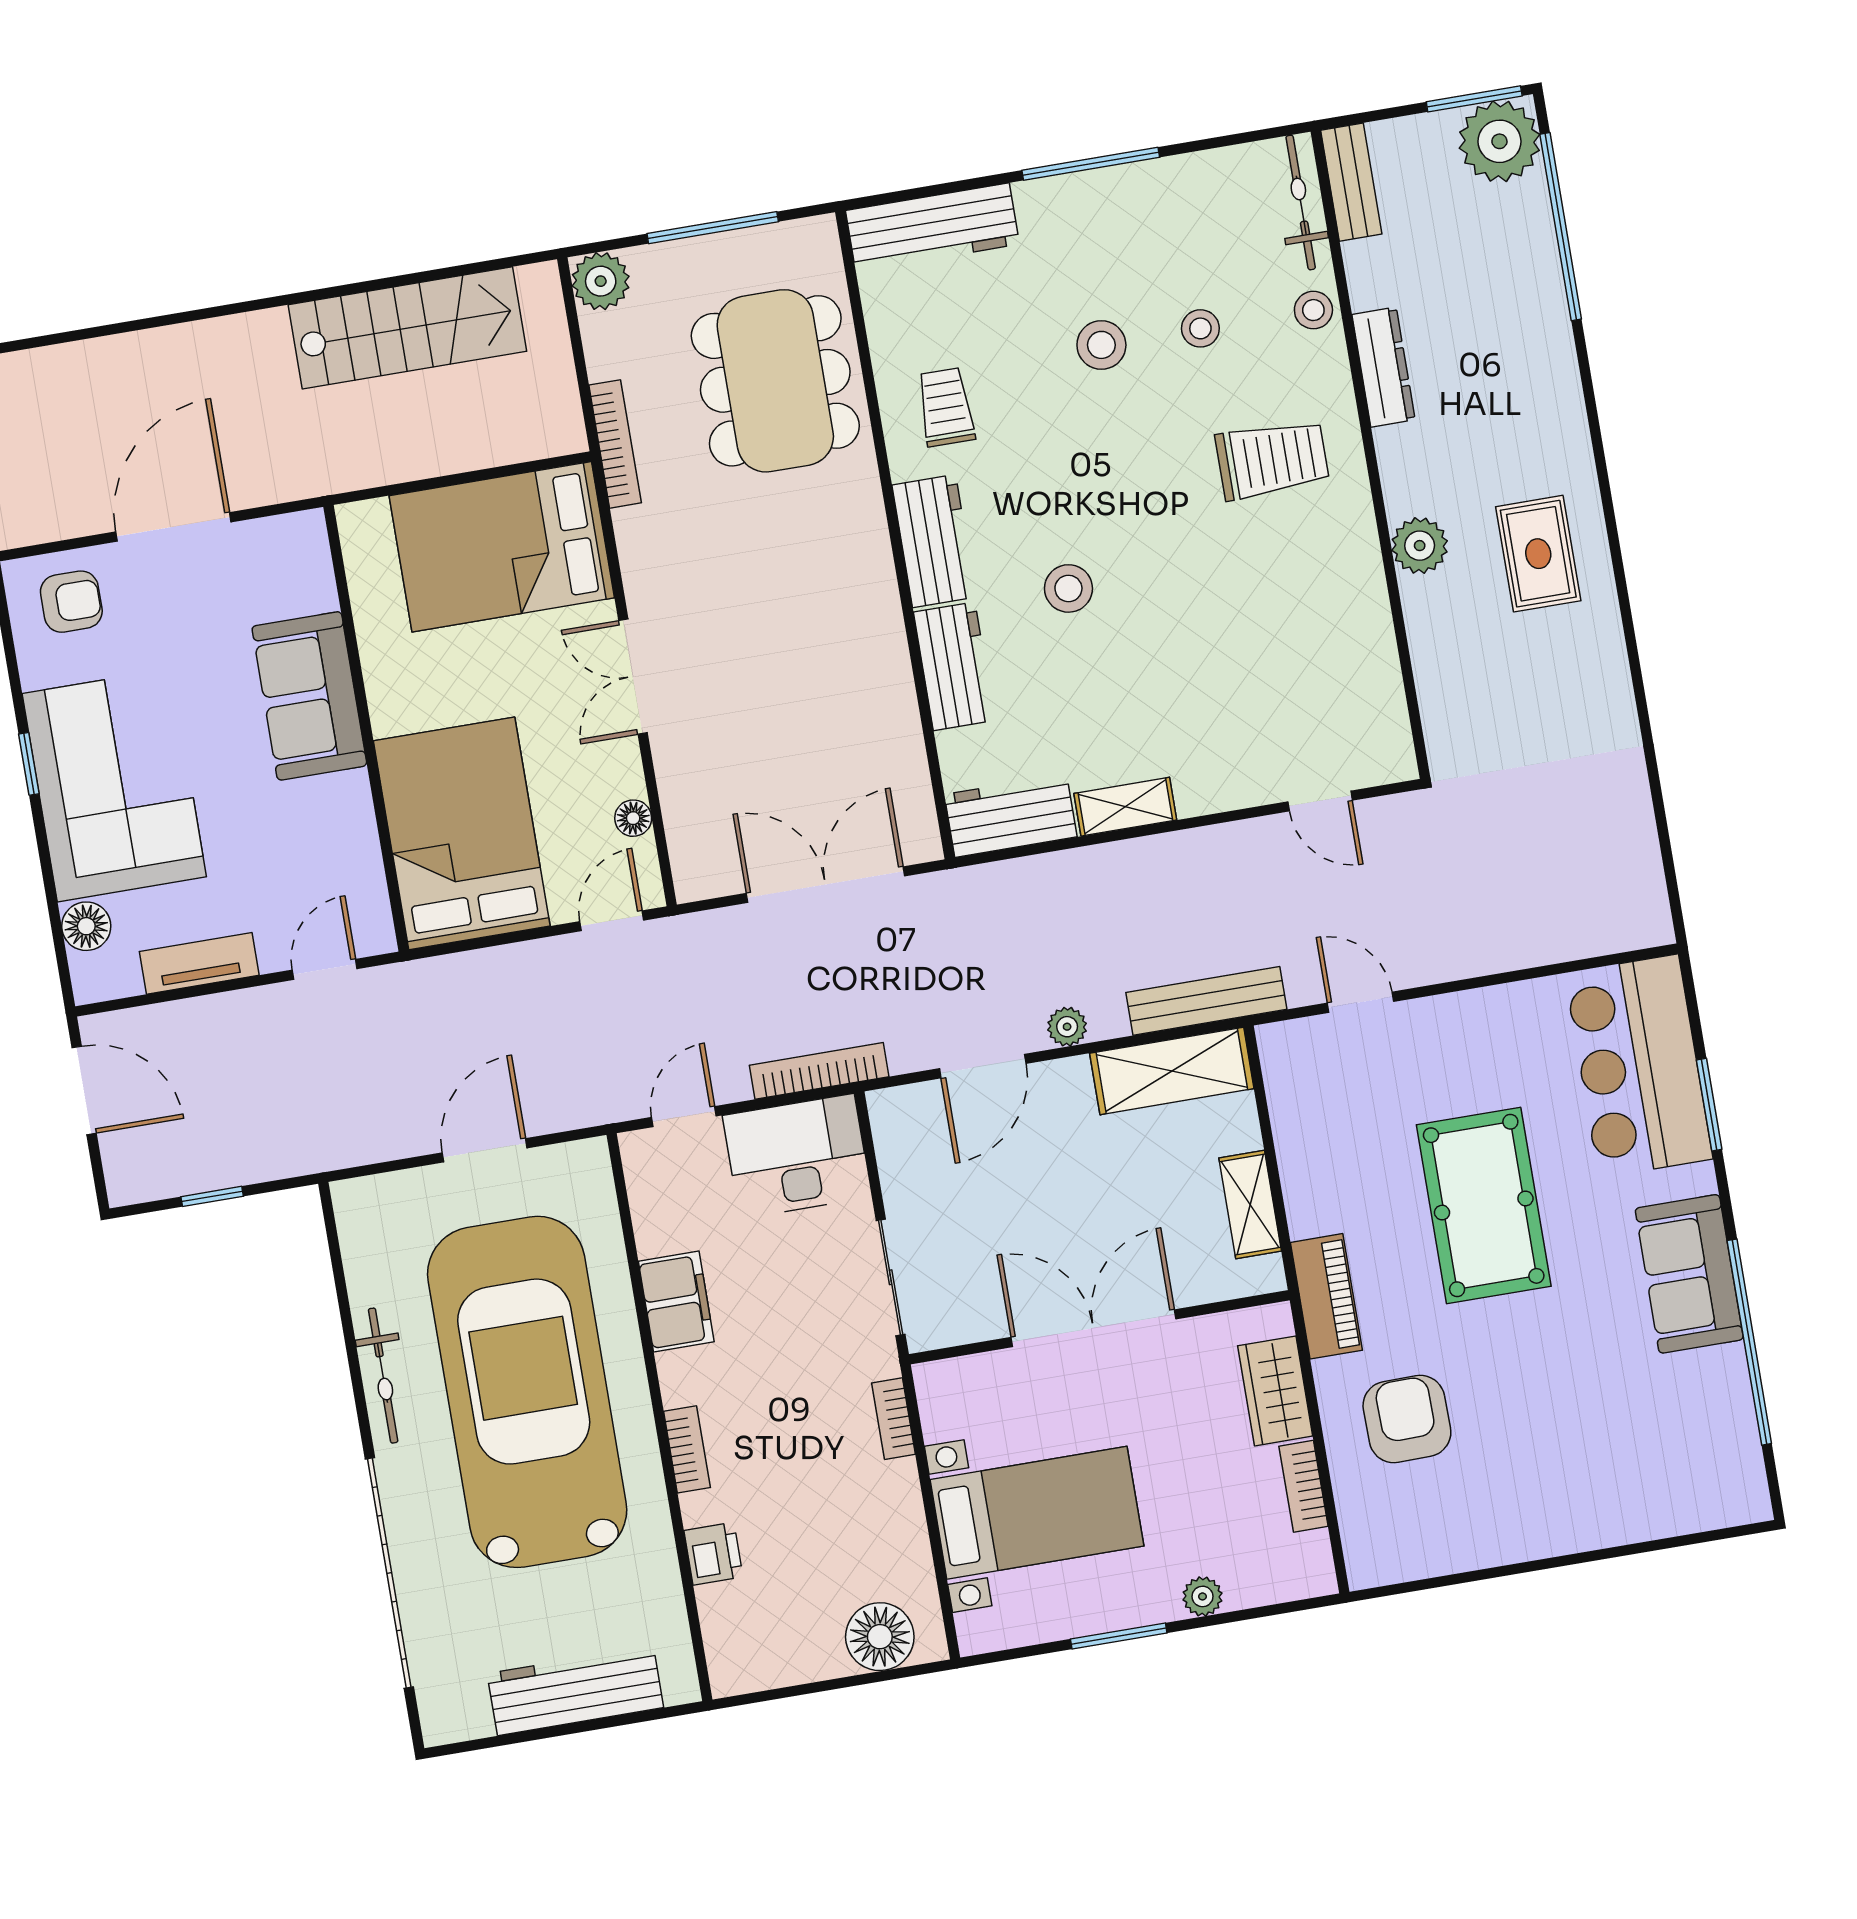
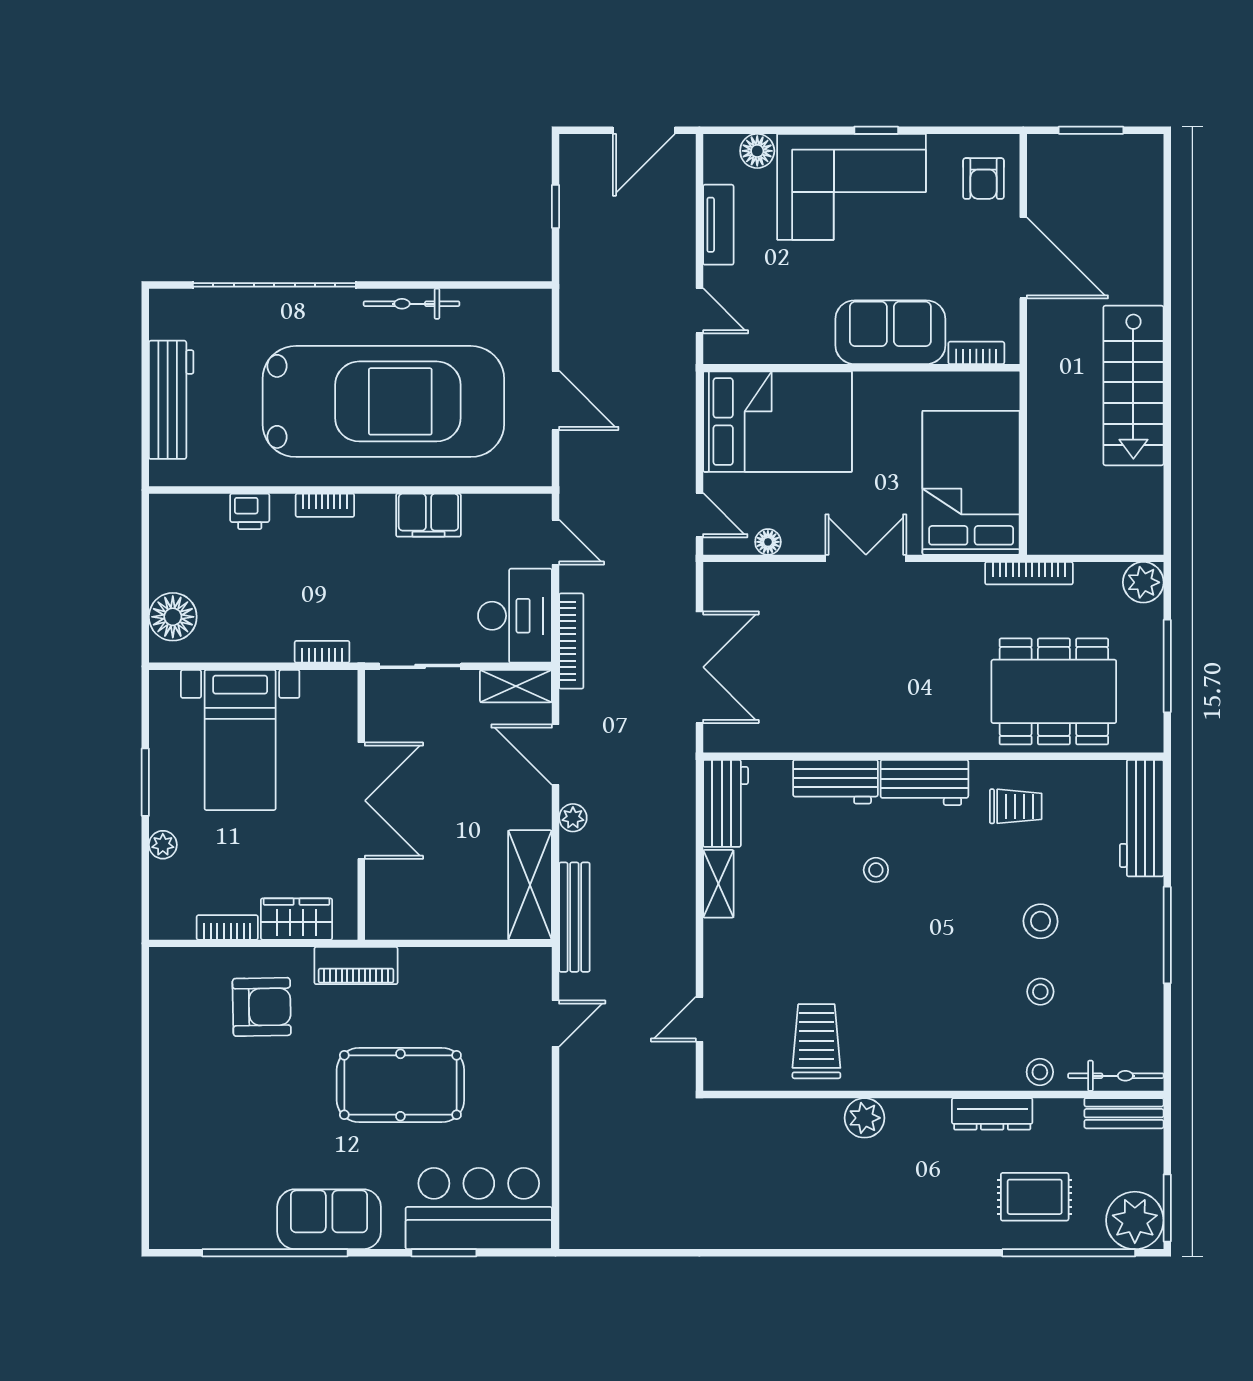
stairs: (407, 328) -> (1133, 385), moved
trolley: (1272, 459) -> (816, 1041), moved, turned 180
rug: (1538, 554) -> (1035, 1197), moved
bookcase: (318, 570) -> (976, 353), added
stool: (1068, 588) -> (876, 870), width x0.73, depth x0.73
shelving: (1250, 1204) -> (516, 686), moved

